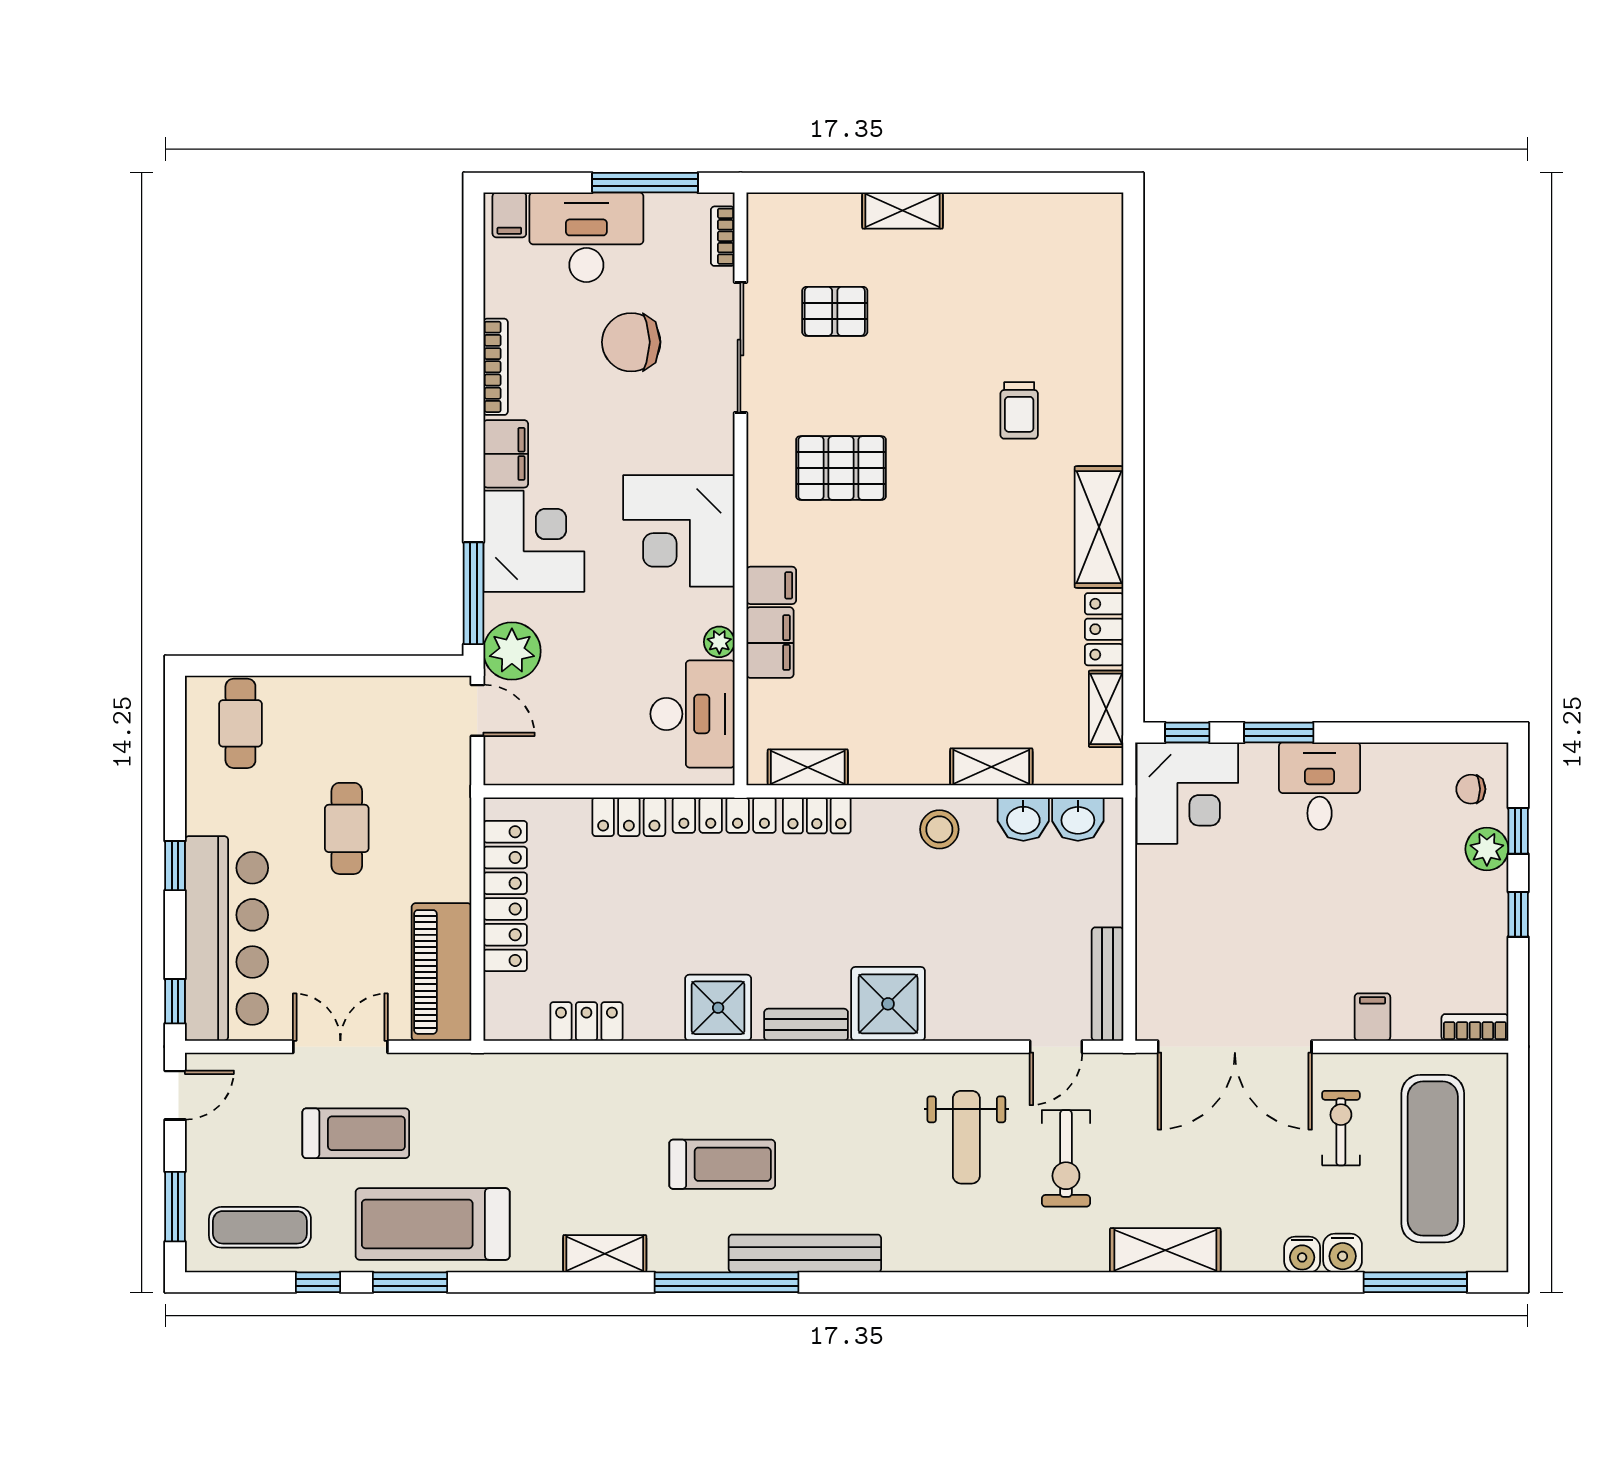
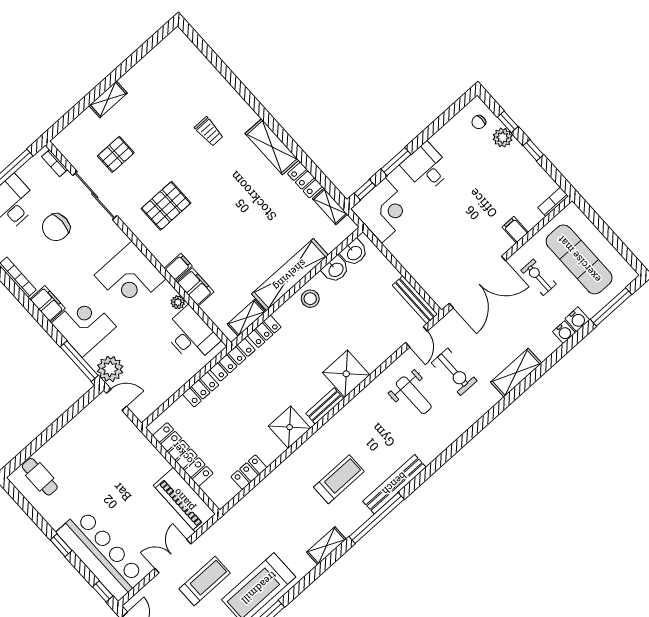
shelving: (991, 767) -> (290, 275), width x2.20, depth x1.33
cafe table: (347, 828) -> (108, 480), removed

